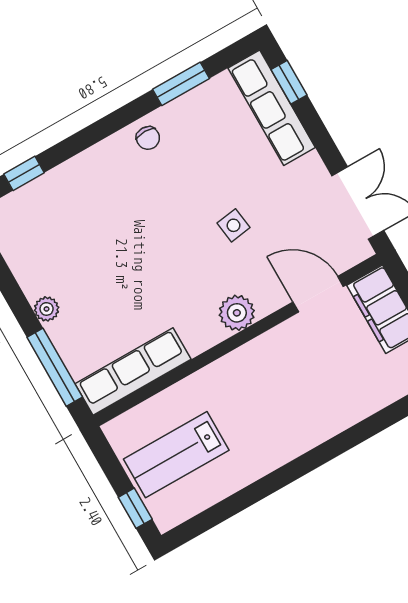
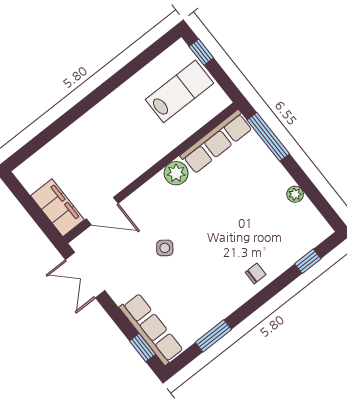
chair: (148, 138) -> (256, 273), moved, turned 90
side table: (233, 225) -> (165, 248), turned 45
plant: (47, 309) -> (295, 194), moved
plant: (237, 313) -> (176, 173), moved

